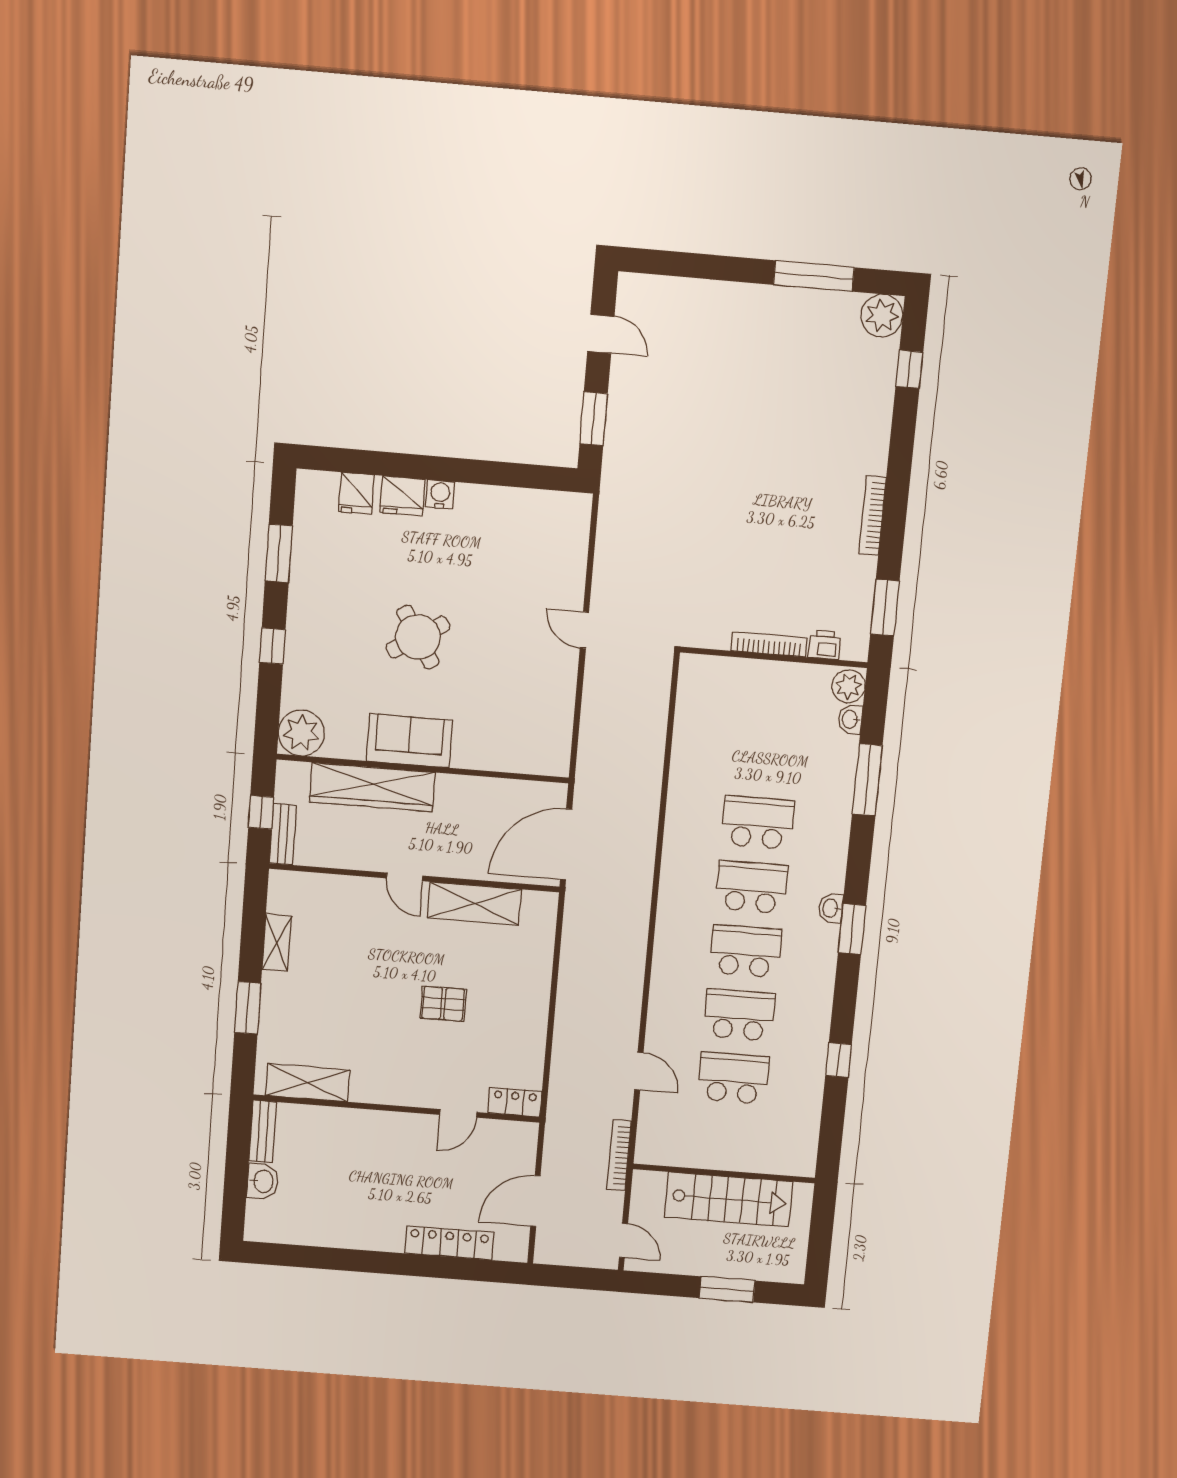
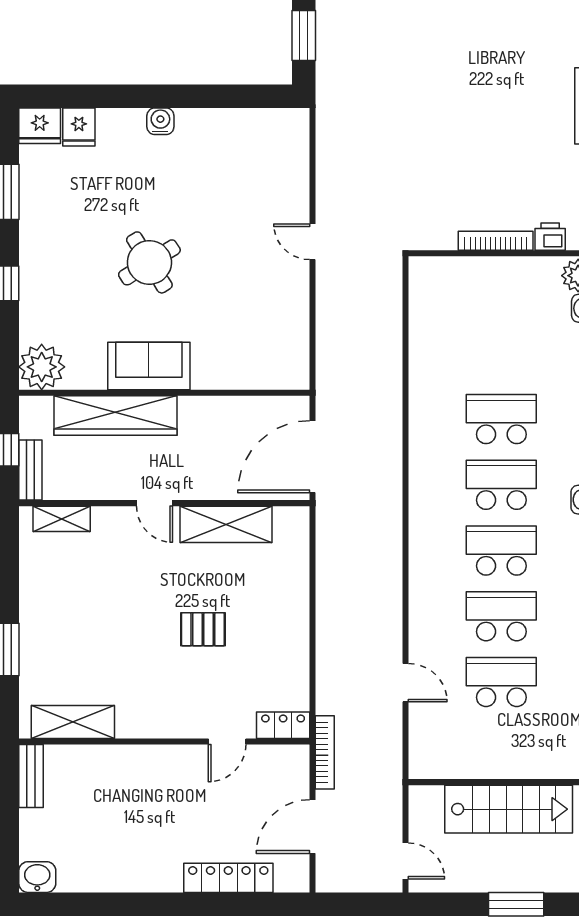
fridge: (402, 496) -> (40, 126), moved
shelving: (277, 943) -> (62, 519), moved, turned 90
bookcase: (619, 1155) -> (325, 752), moved, turned 180
washbasin: (263, 1181) -> (37, 877), moved, turned -90

